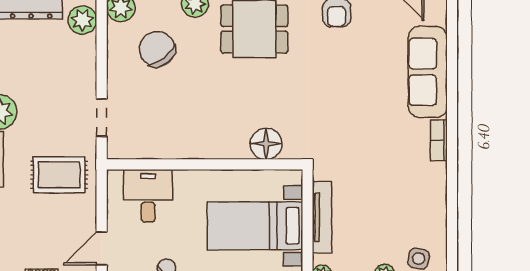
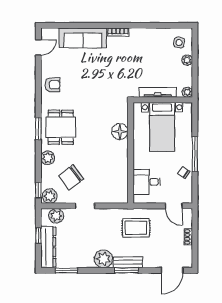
doorway: (102, 118) -> (85, 206), moved
floor lamp: (266, 144) -> (120, 132), moved
rug: (59, 175) -> (136, 228), turned 90

